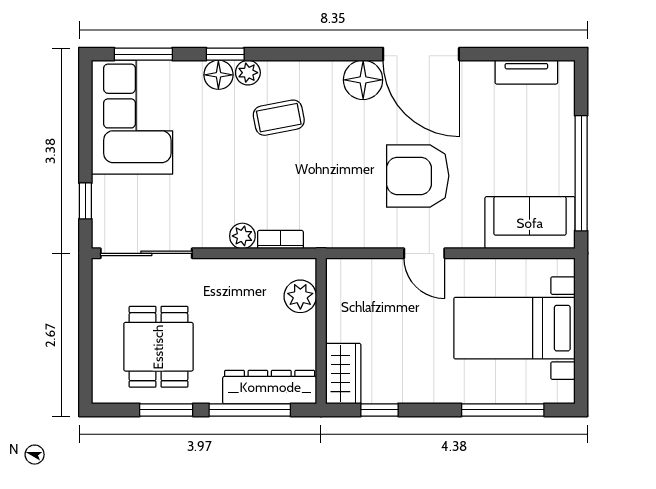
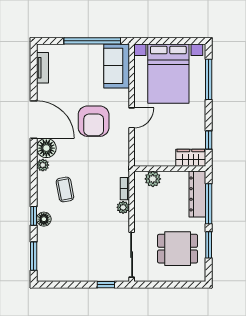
door: (421, 54) -> (34, 120), hinge flipped
plant: (248, 73) -> (43, 165), moved
corner sofa: (132, 117) -> (65, 262), removed
bed with nightstands: (514, 328) -> (168, 74), width x1.36

